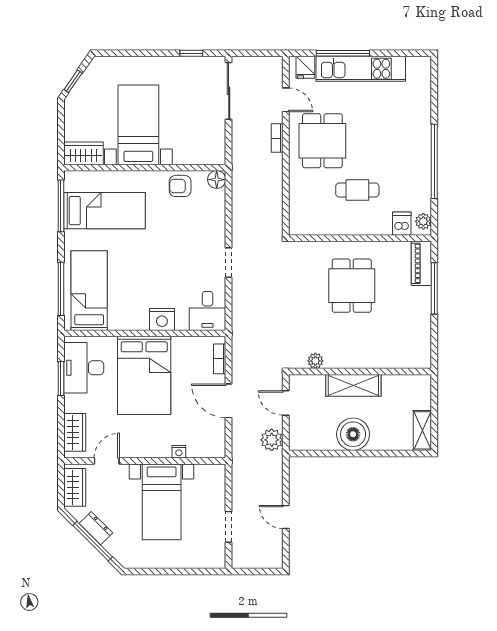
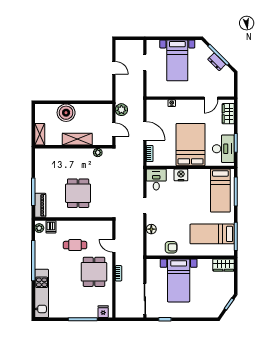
kitchen unit: (361, 69) -> (42, 293), moved, turned 90
door: (286, 100) -> (114, 246), moved
bed with nightstands: (138, 125) -> (179, 280), moved
floor lamp: (217, 180) -> (151, 229), moved
shelving: (422, 430) -> (40, 134), moved
boiler: (353, 434) -> (66, 113), moved
wardrobe: (75, 487) -> (228, 84), removed
bed with nightstands: (162, 502) -> (177, 60), moved, turned 180

